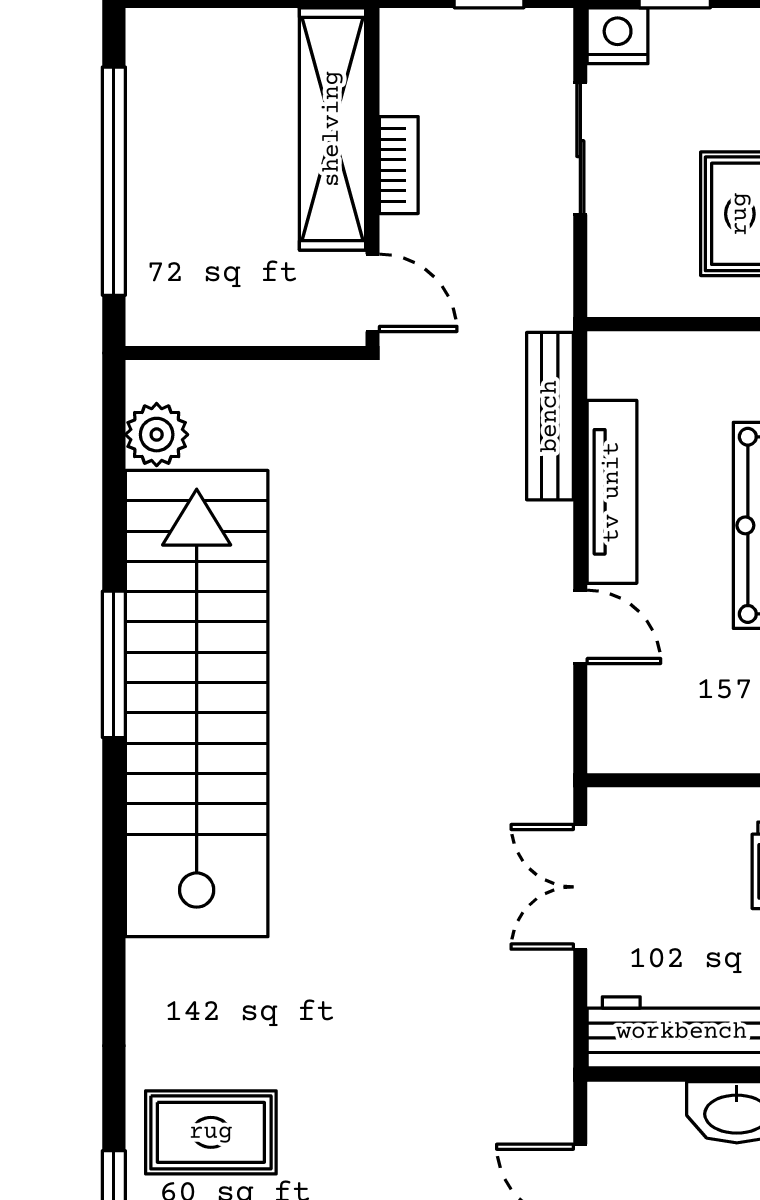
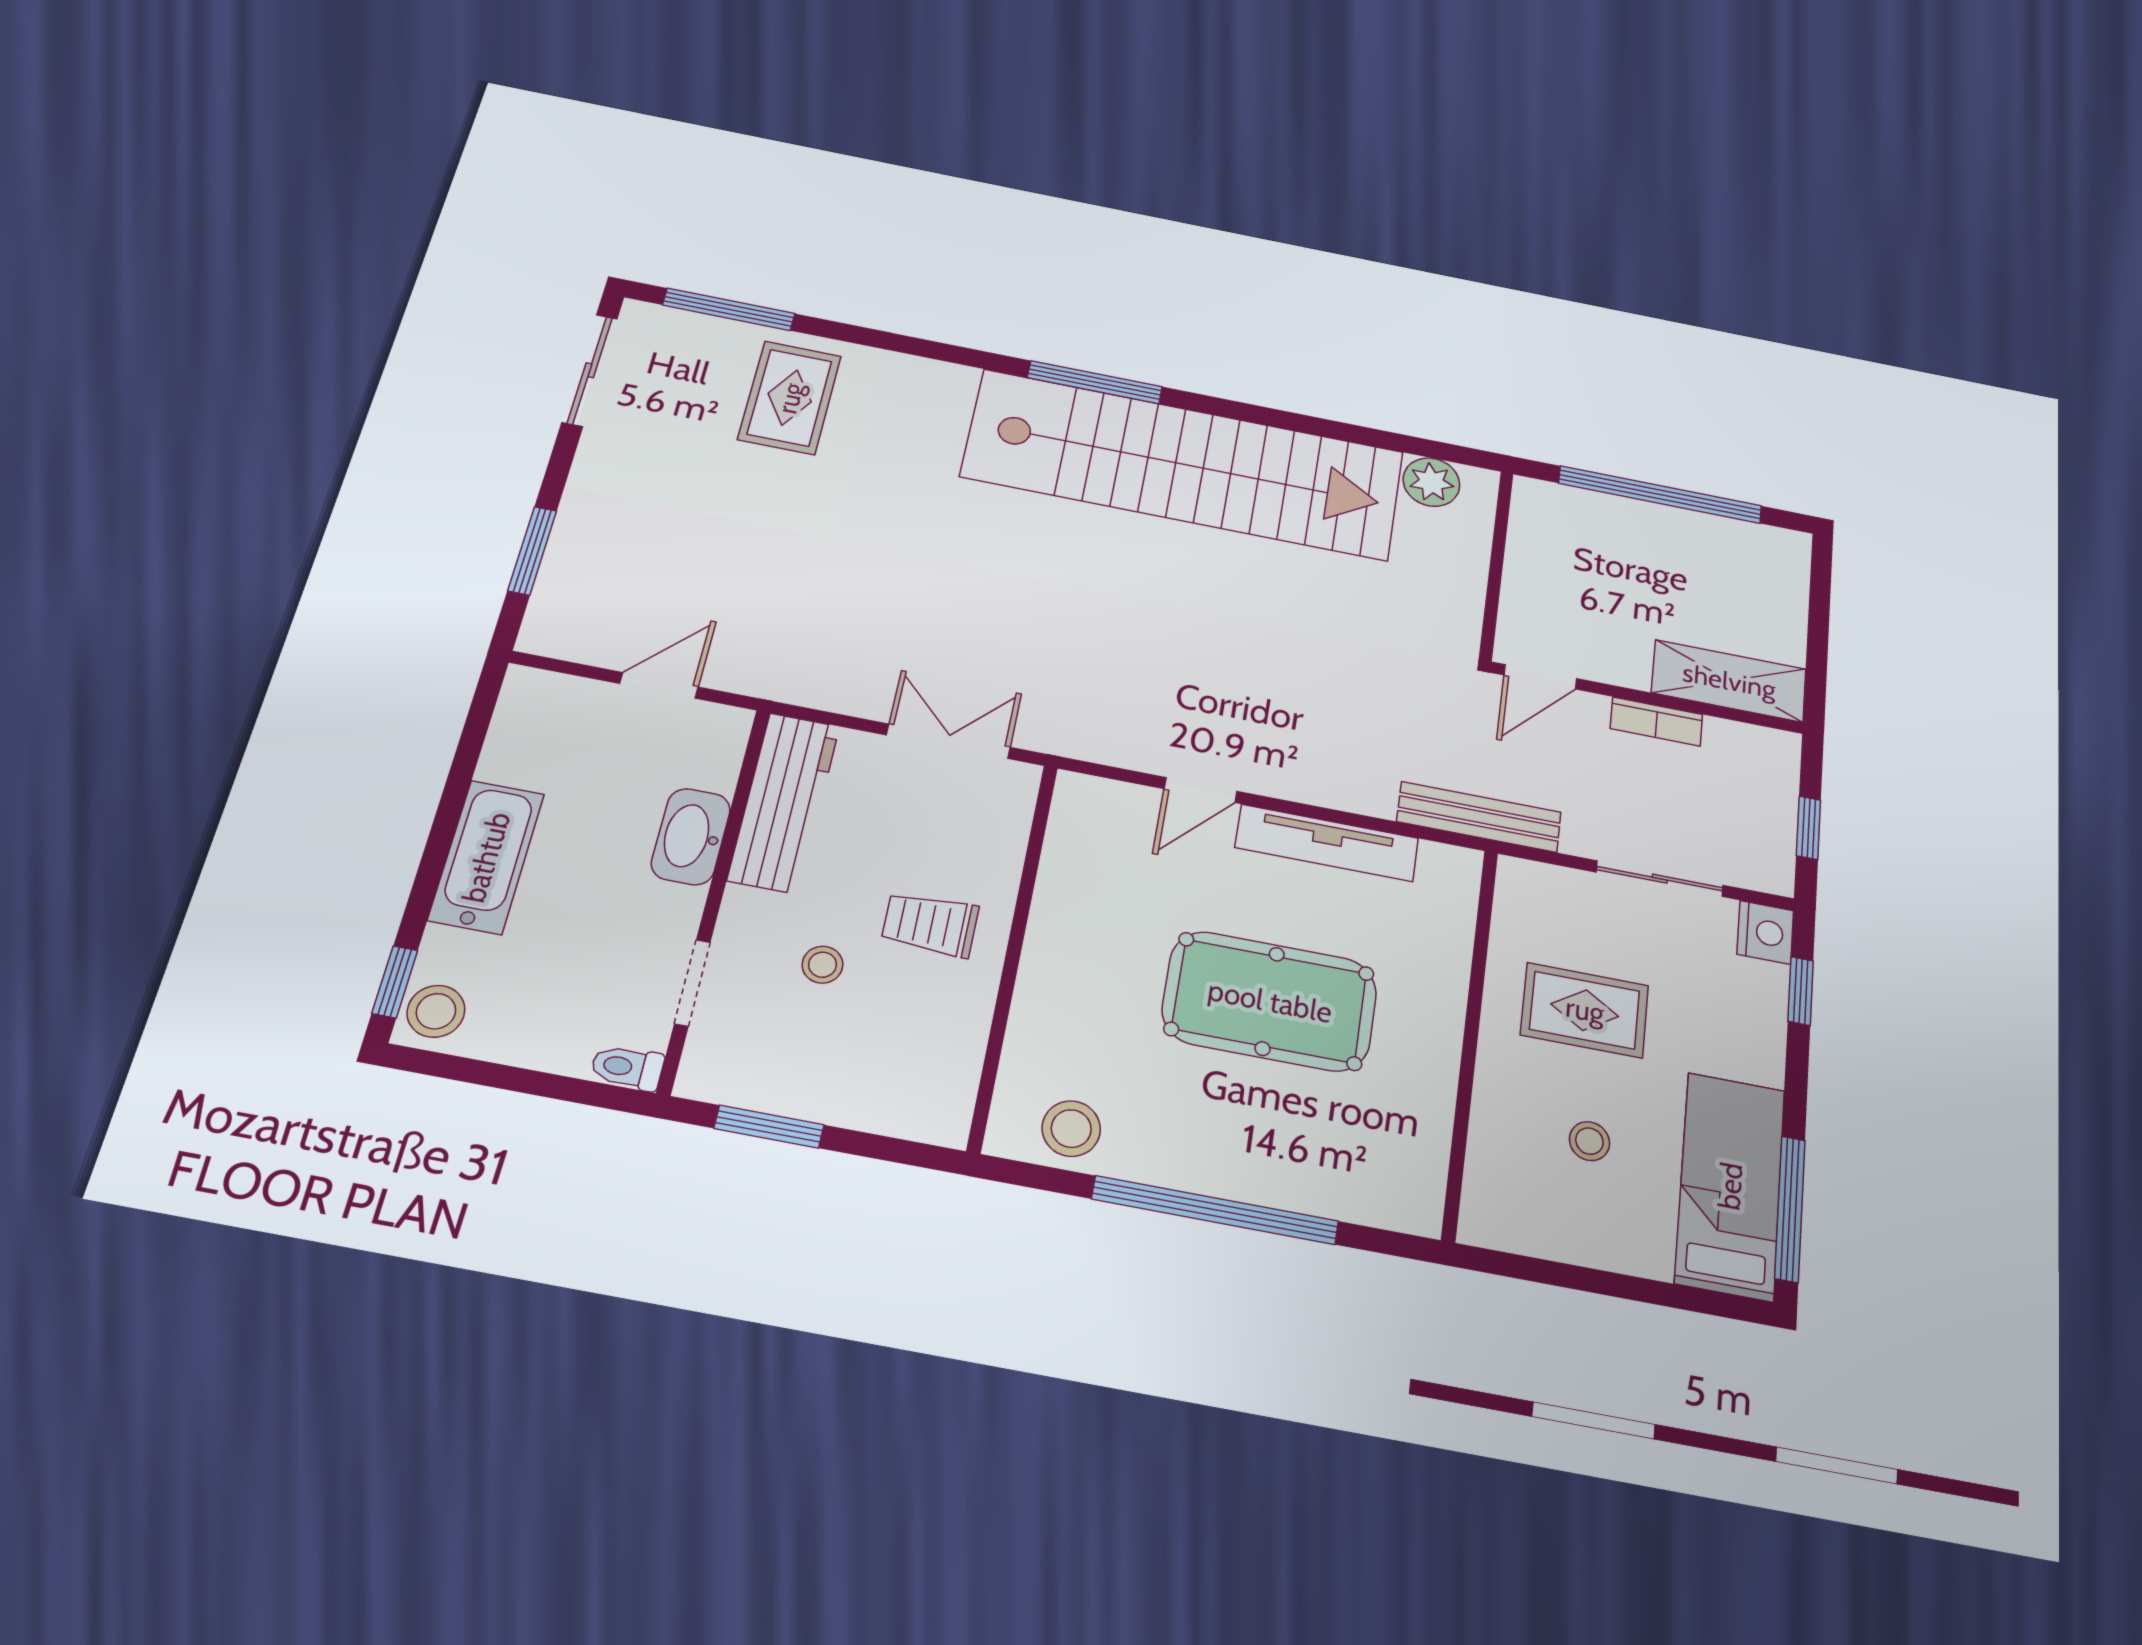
shelving: (332, 129) -> (1729, 681), width x0.68
bench: (550, 416) -> (1479, 817), moved
window: (114, 664) -> (1095, 382), moved

